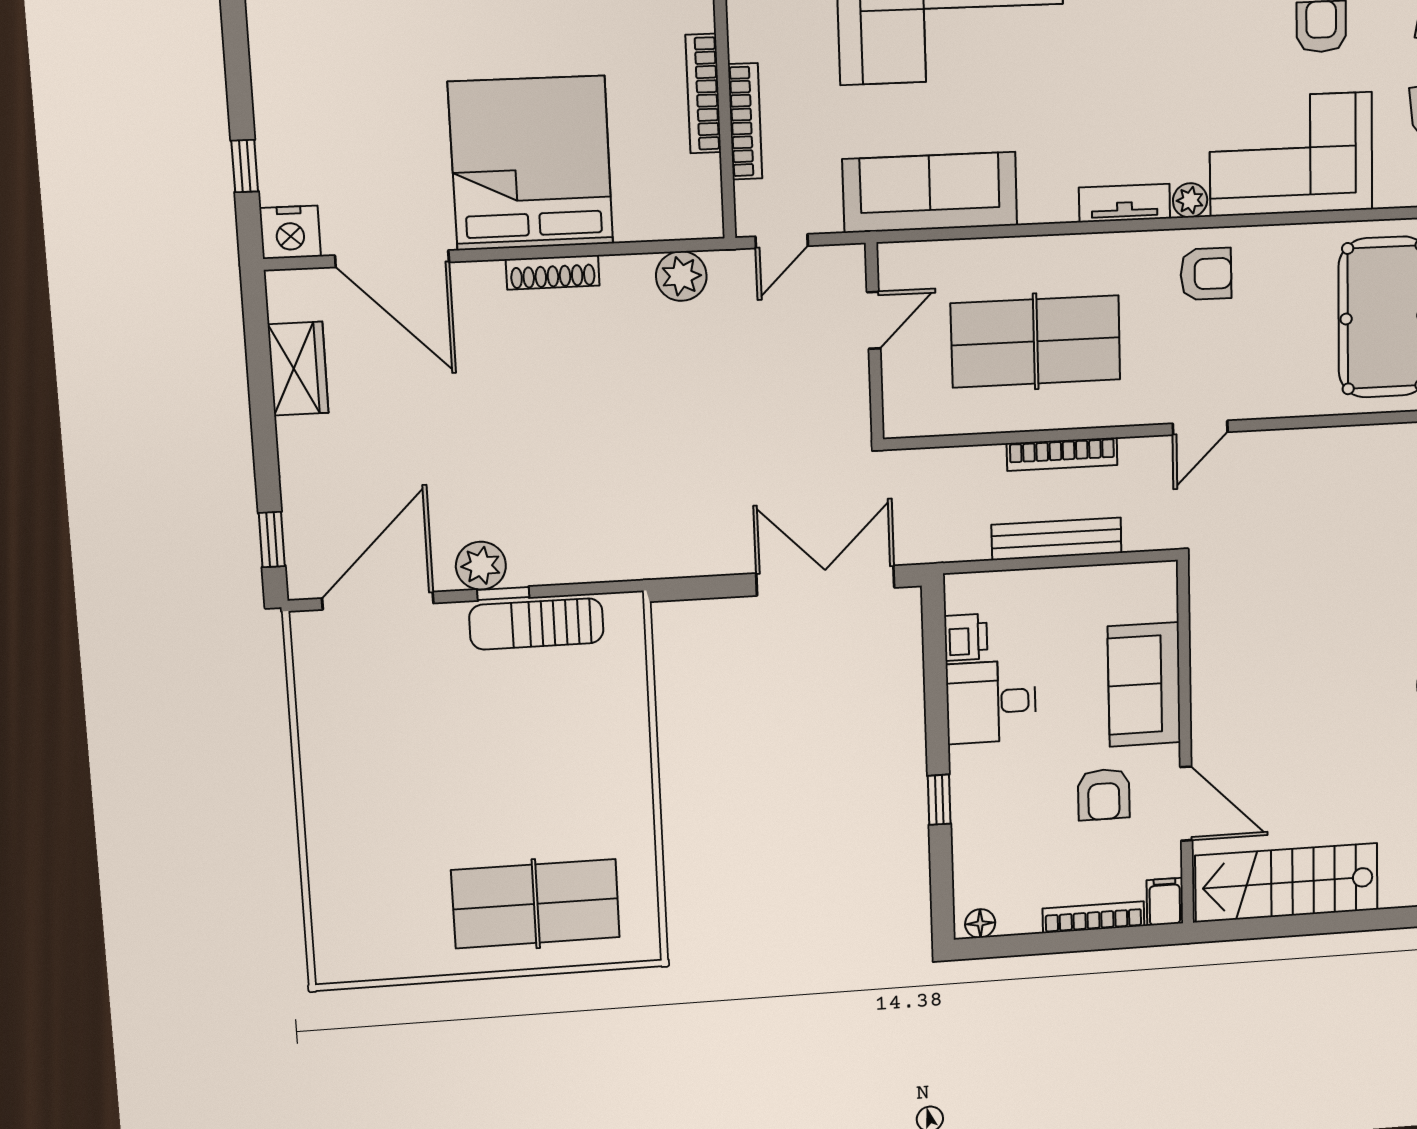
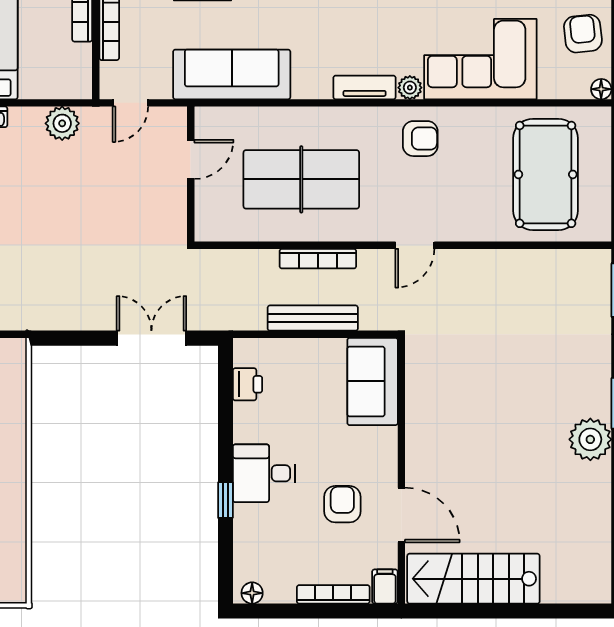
double door: (825, 581) -> (151, 338), width x0.73
sofa: (1144, 684) -> (373, 381), moved
desk: (991, 702) -> (264, 473), moved
armchair: (1104, 794) -> (342, 504), turned 180

